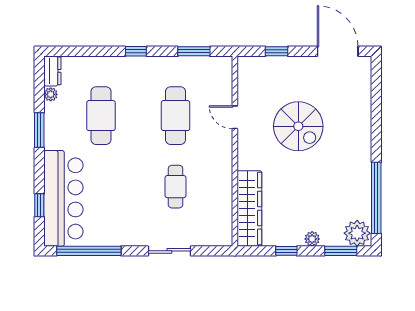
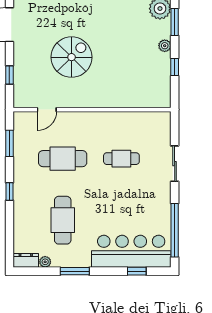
cafe table: (101, 116) -> (63, 220), turned 90
door: (235, 117) -> (47, 110), moved
wardrobe: (249, 208) -> (139, 98), removed

